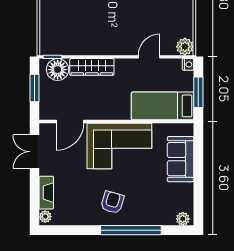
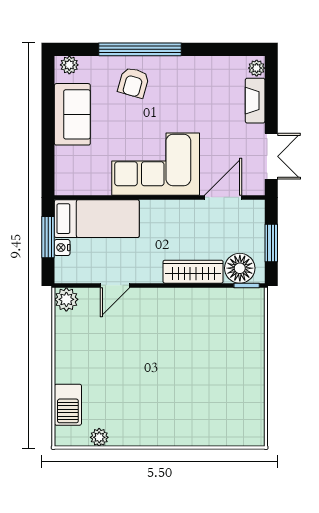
nightstand: (188, 64) -> (62, 248), moved
sofa: (181, 159) -> (72, 114), moved
armchair: (112, 202) -> (133, 83), moved

